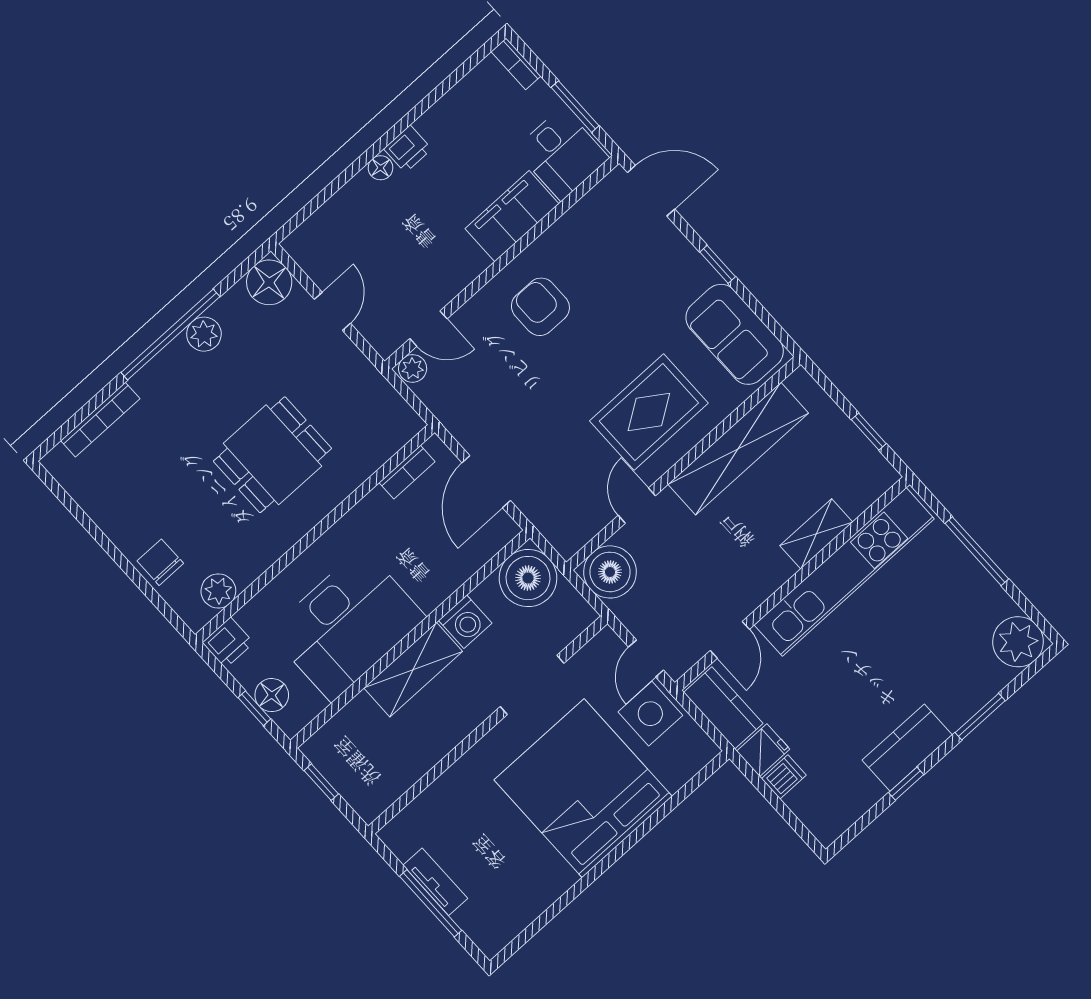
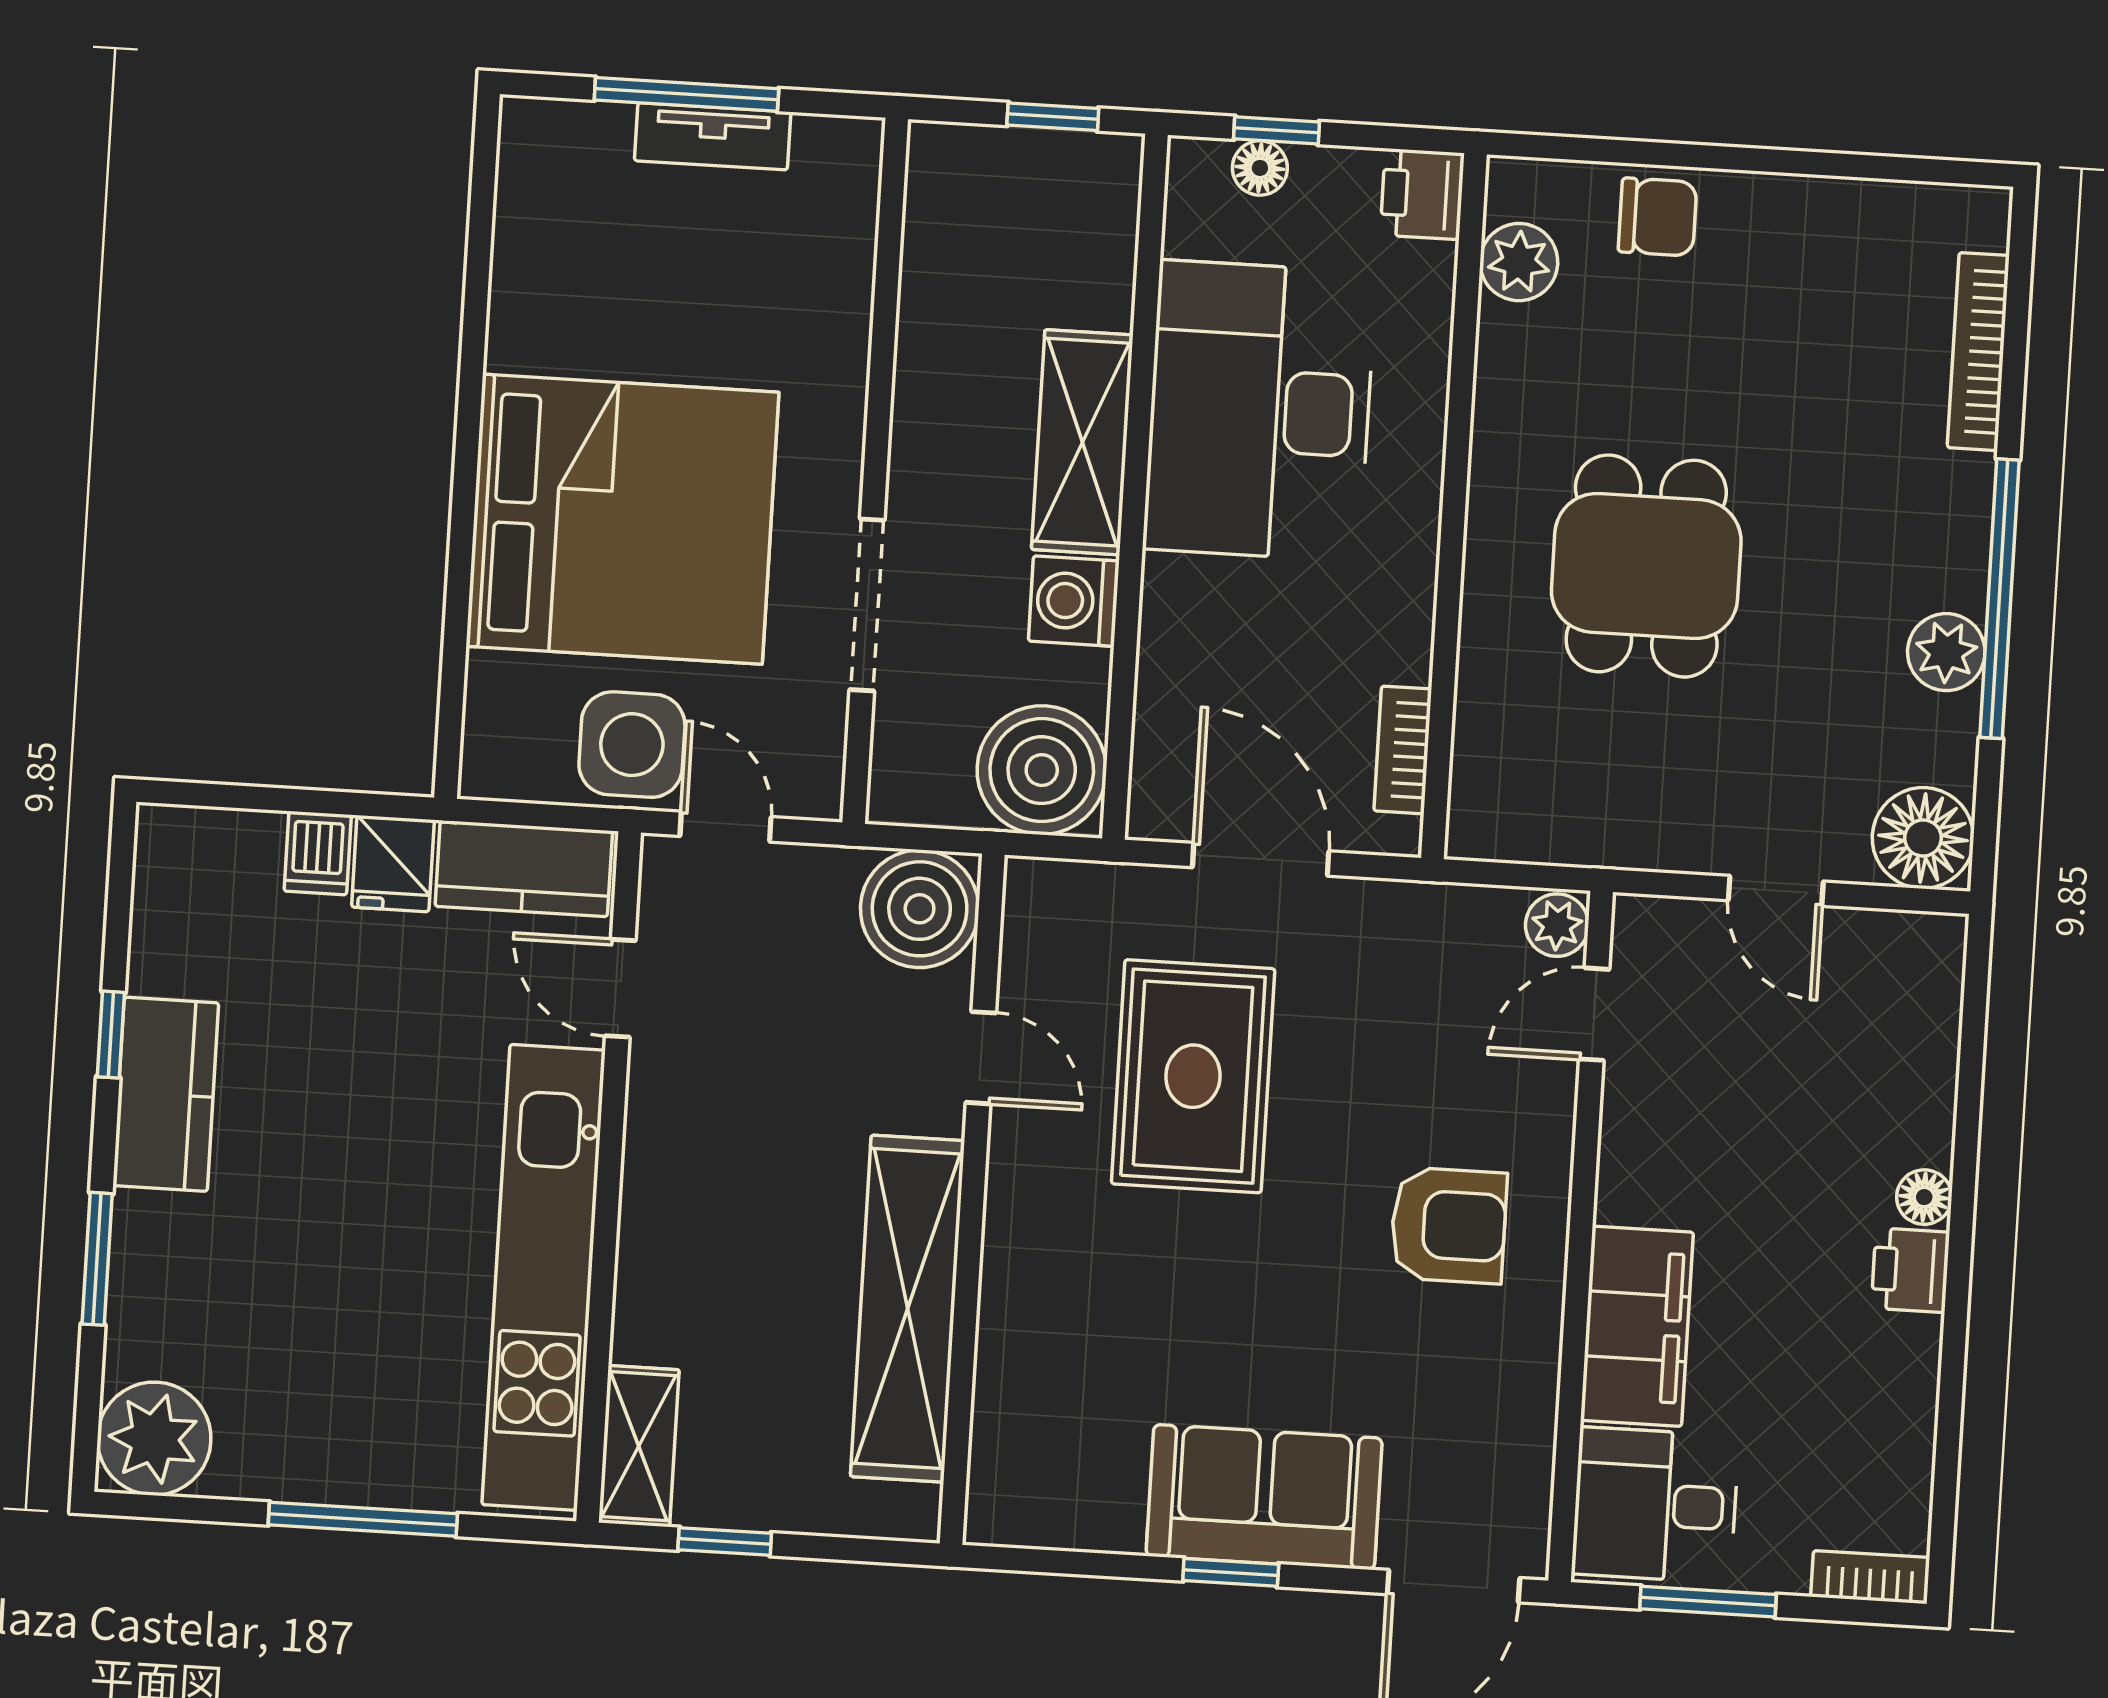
sofa: (735, 334) -> (1264, 1497), moved
rug: (649, 412) -> (1193, 1076), moved
shelving: (816, 534) -> (639, 1446), moved
floor lamp: (272, 695) -> (1260, 168), width x0.73, depth x0.73

